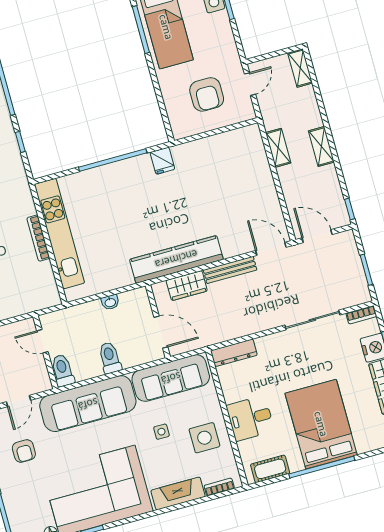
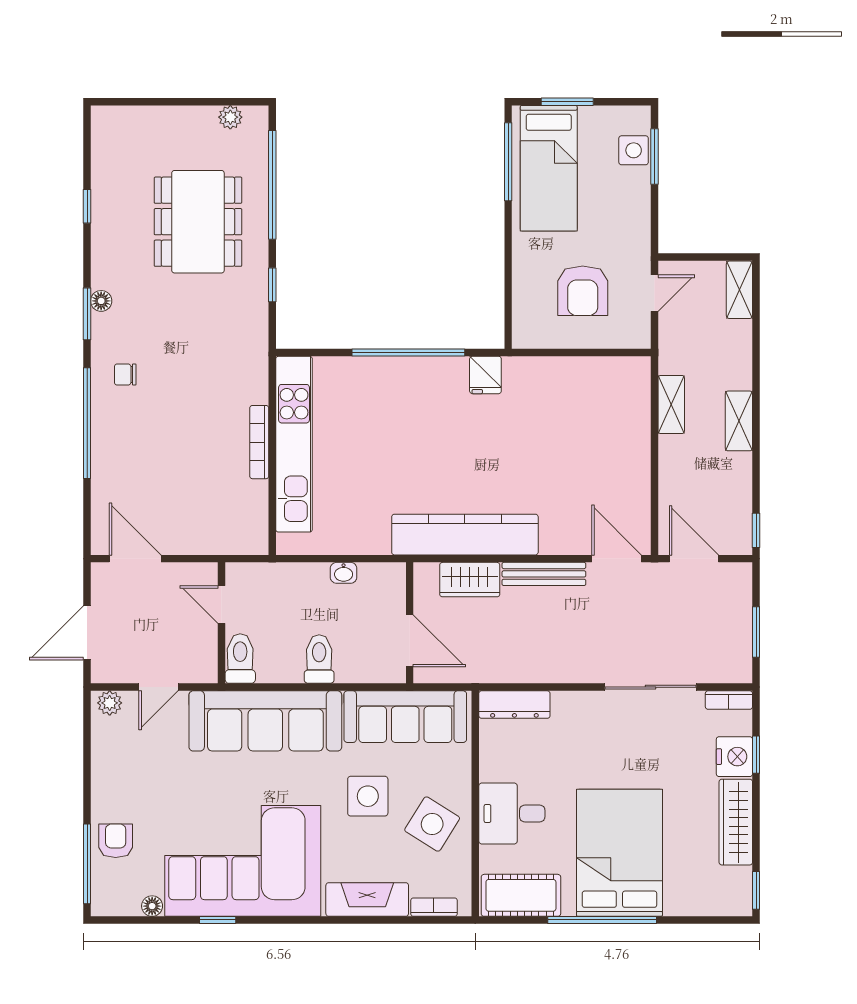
side table: (161, 432) -> (368, 796), width x1.87, depth x1.87
side table: (204, 438) -> (432, 824), turned 32
armchair: (24, 451) -> (116, 841), moved, turned 180
cot: (270, 469) -> (521, 895), width x1.37, depth x1.34

